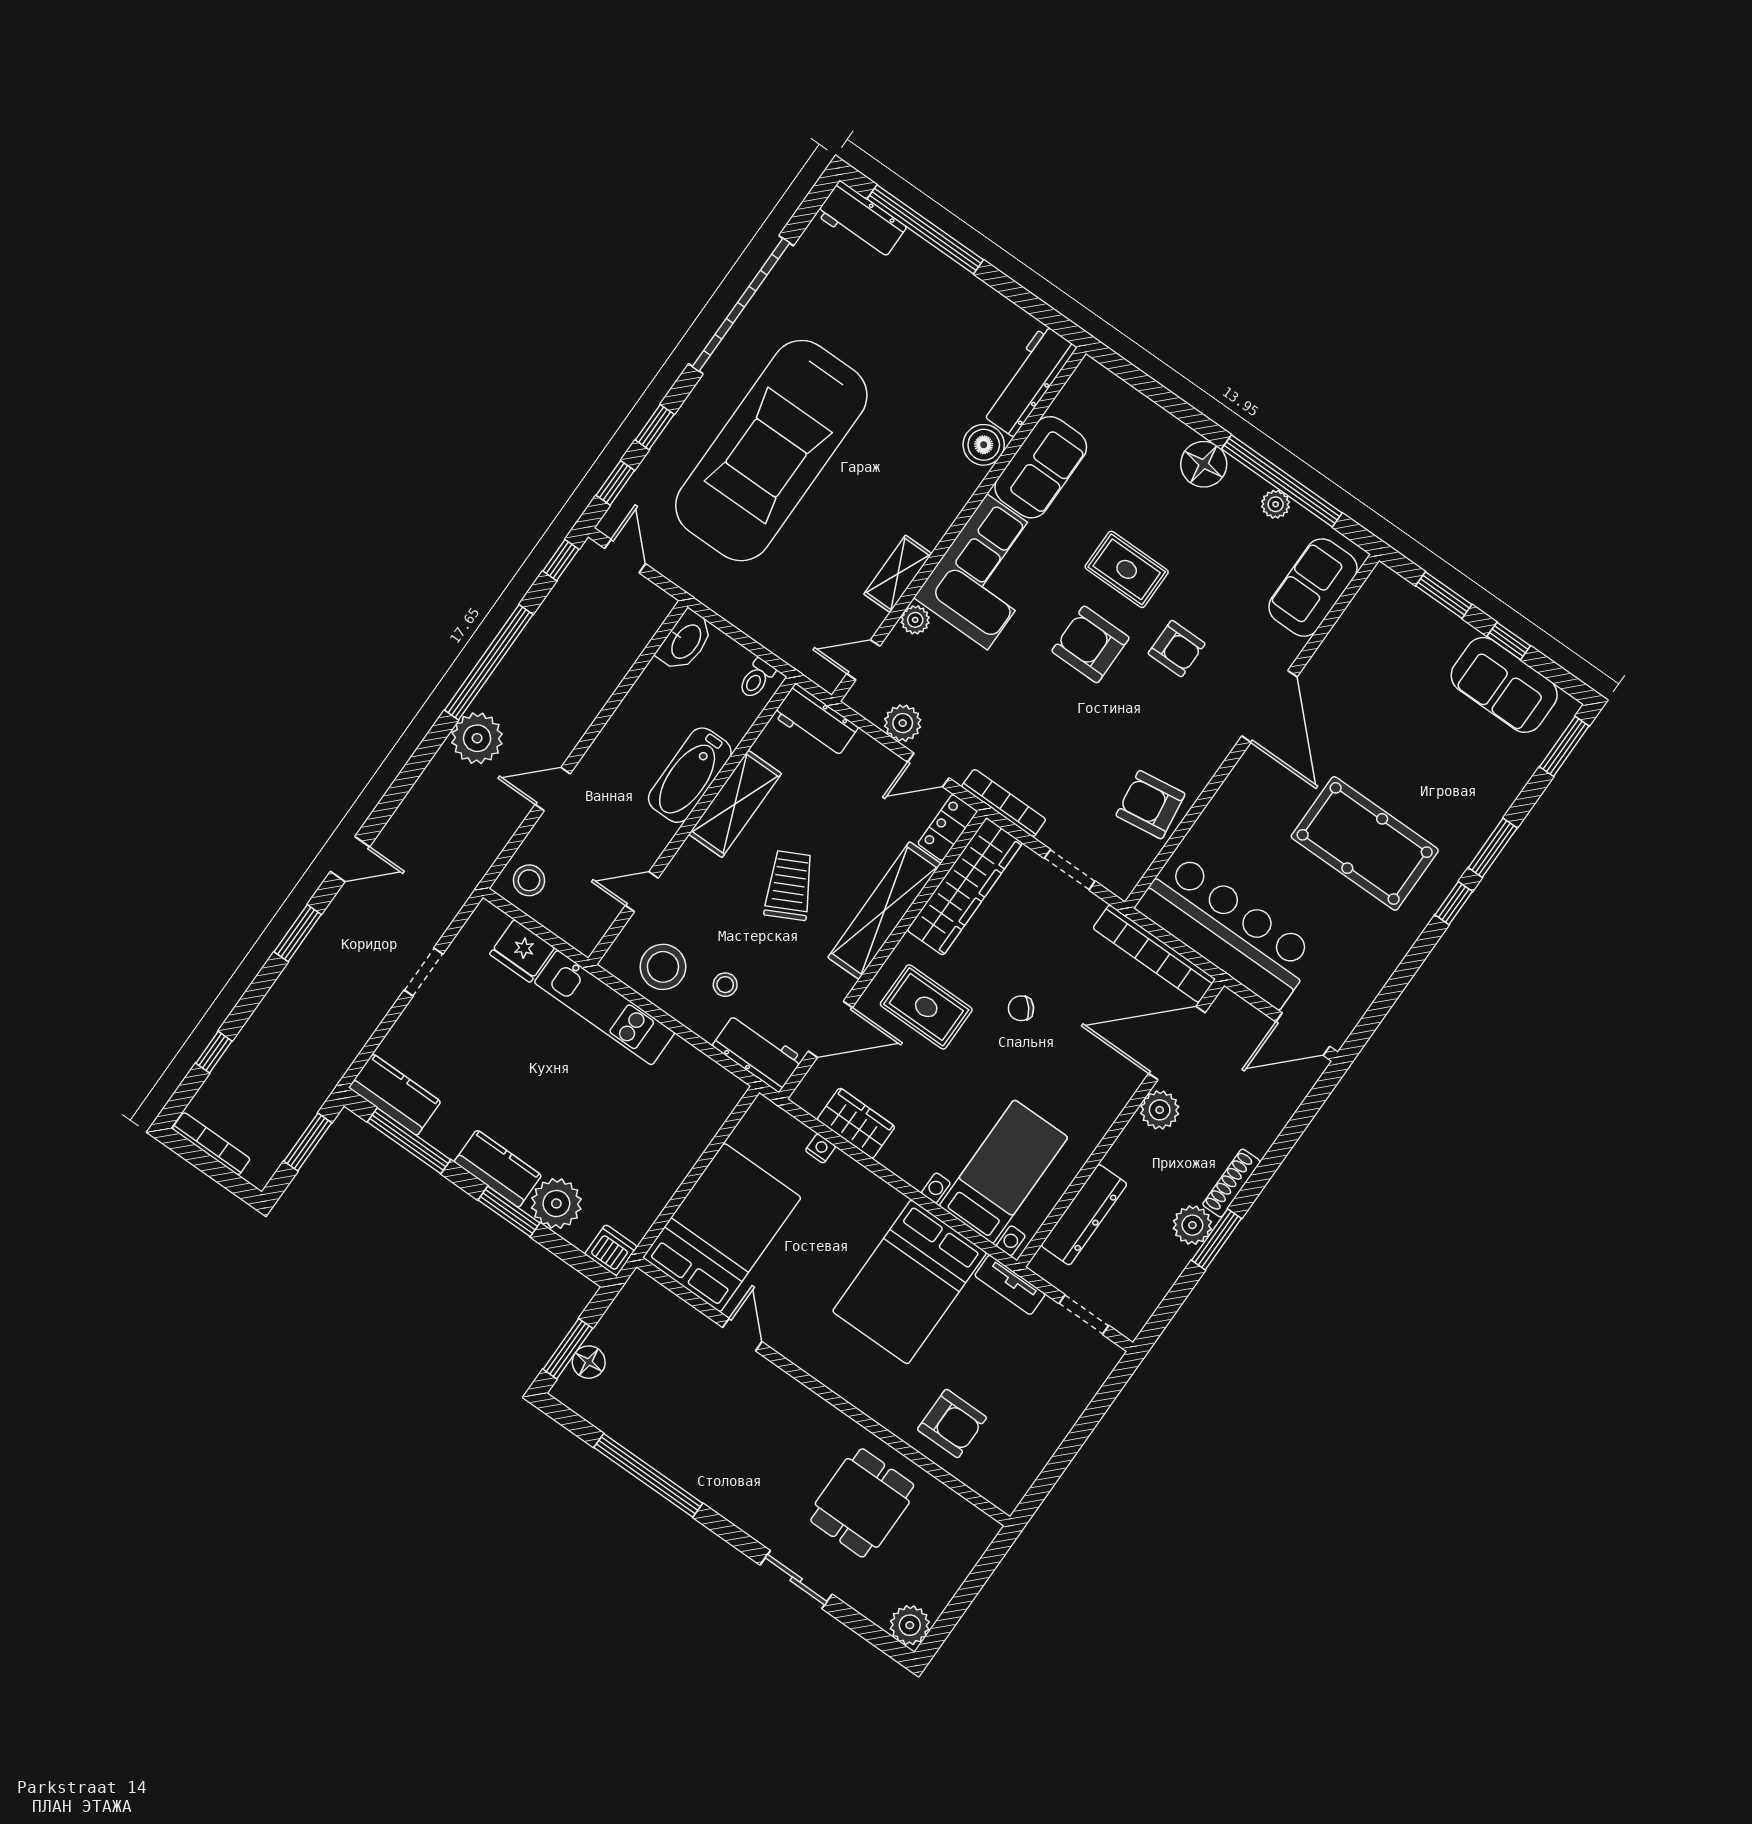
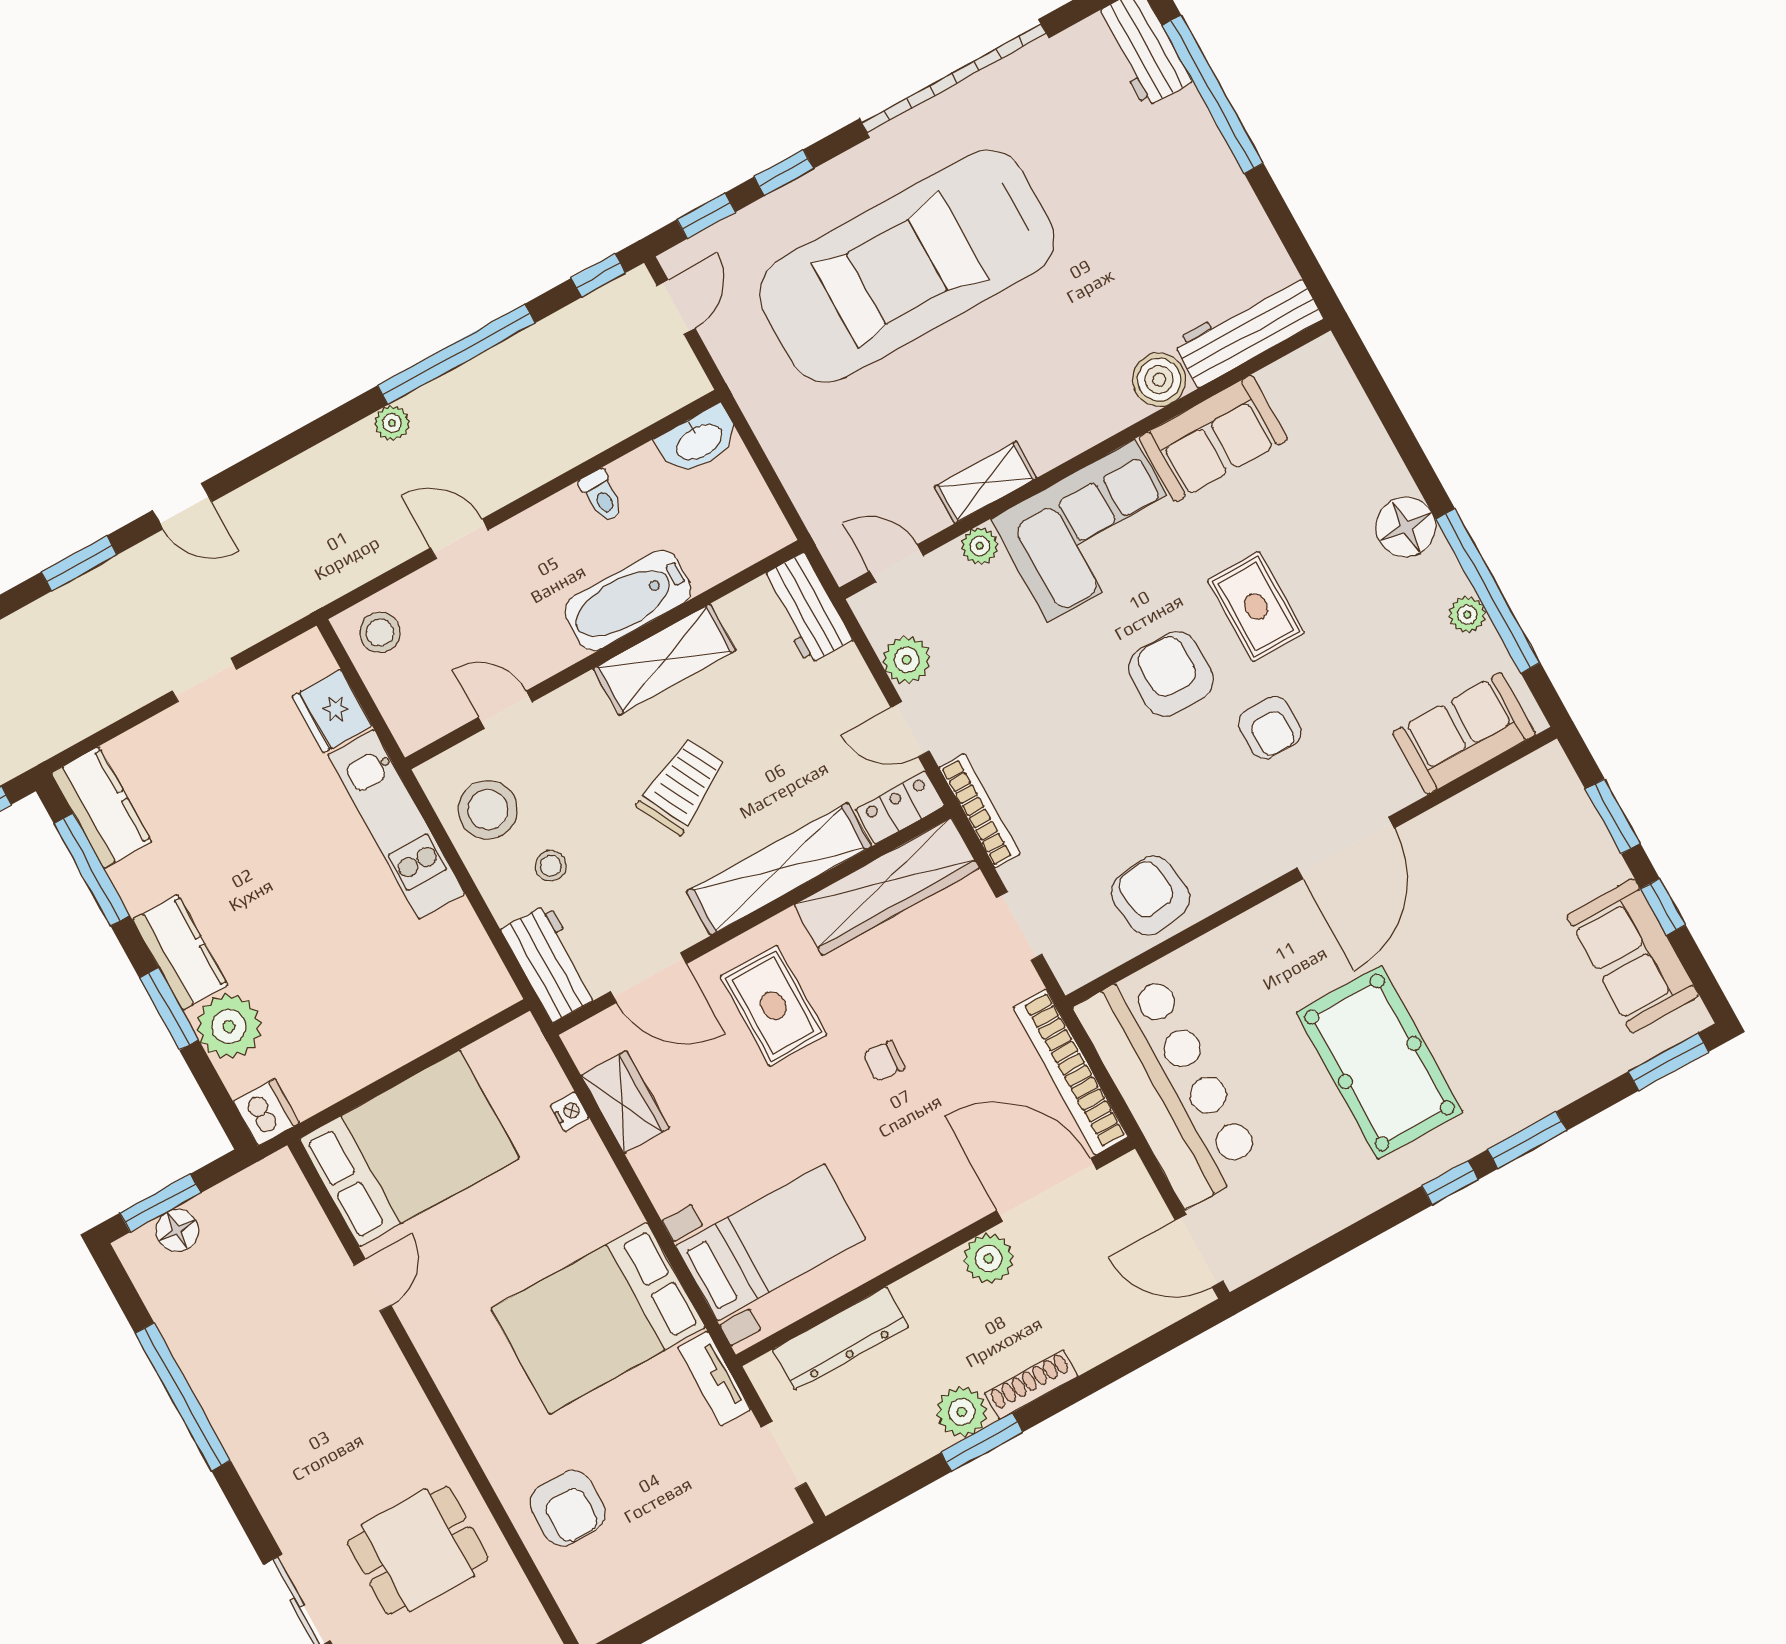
toilet: (757, 679) -> (602, 496), moved, turned -90
plant: (477, 738) -> (392, 423), width x0.53, depth x0.53
chair: (1021, 1008) -> (884, 1061), turned -46

